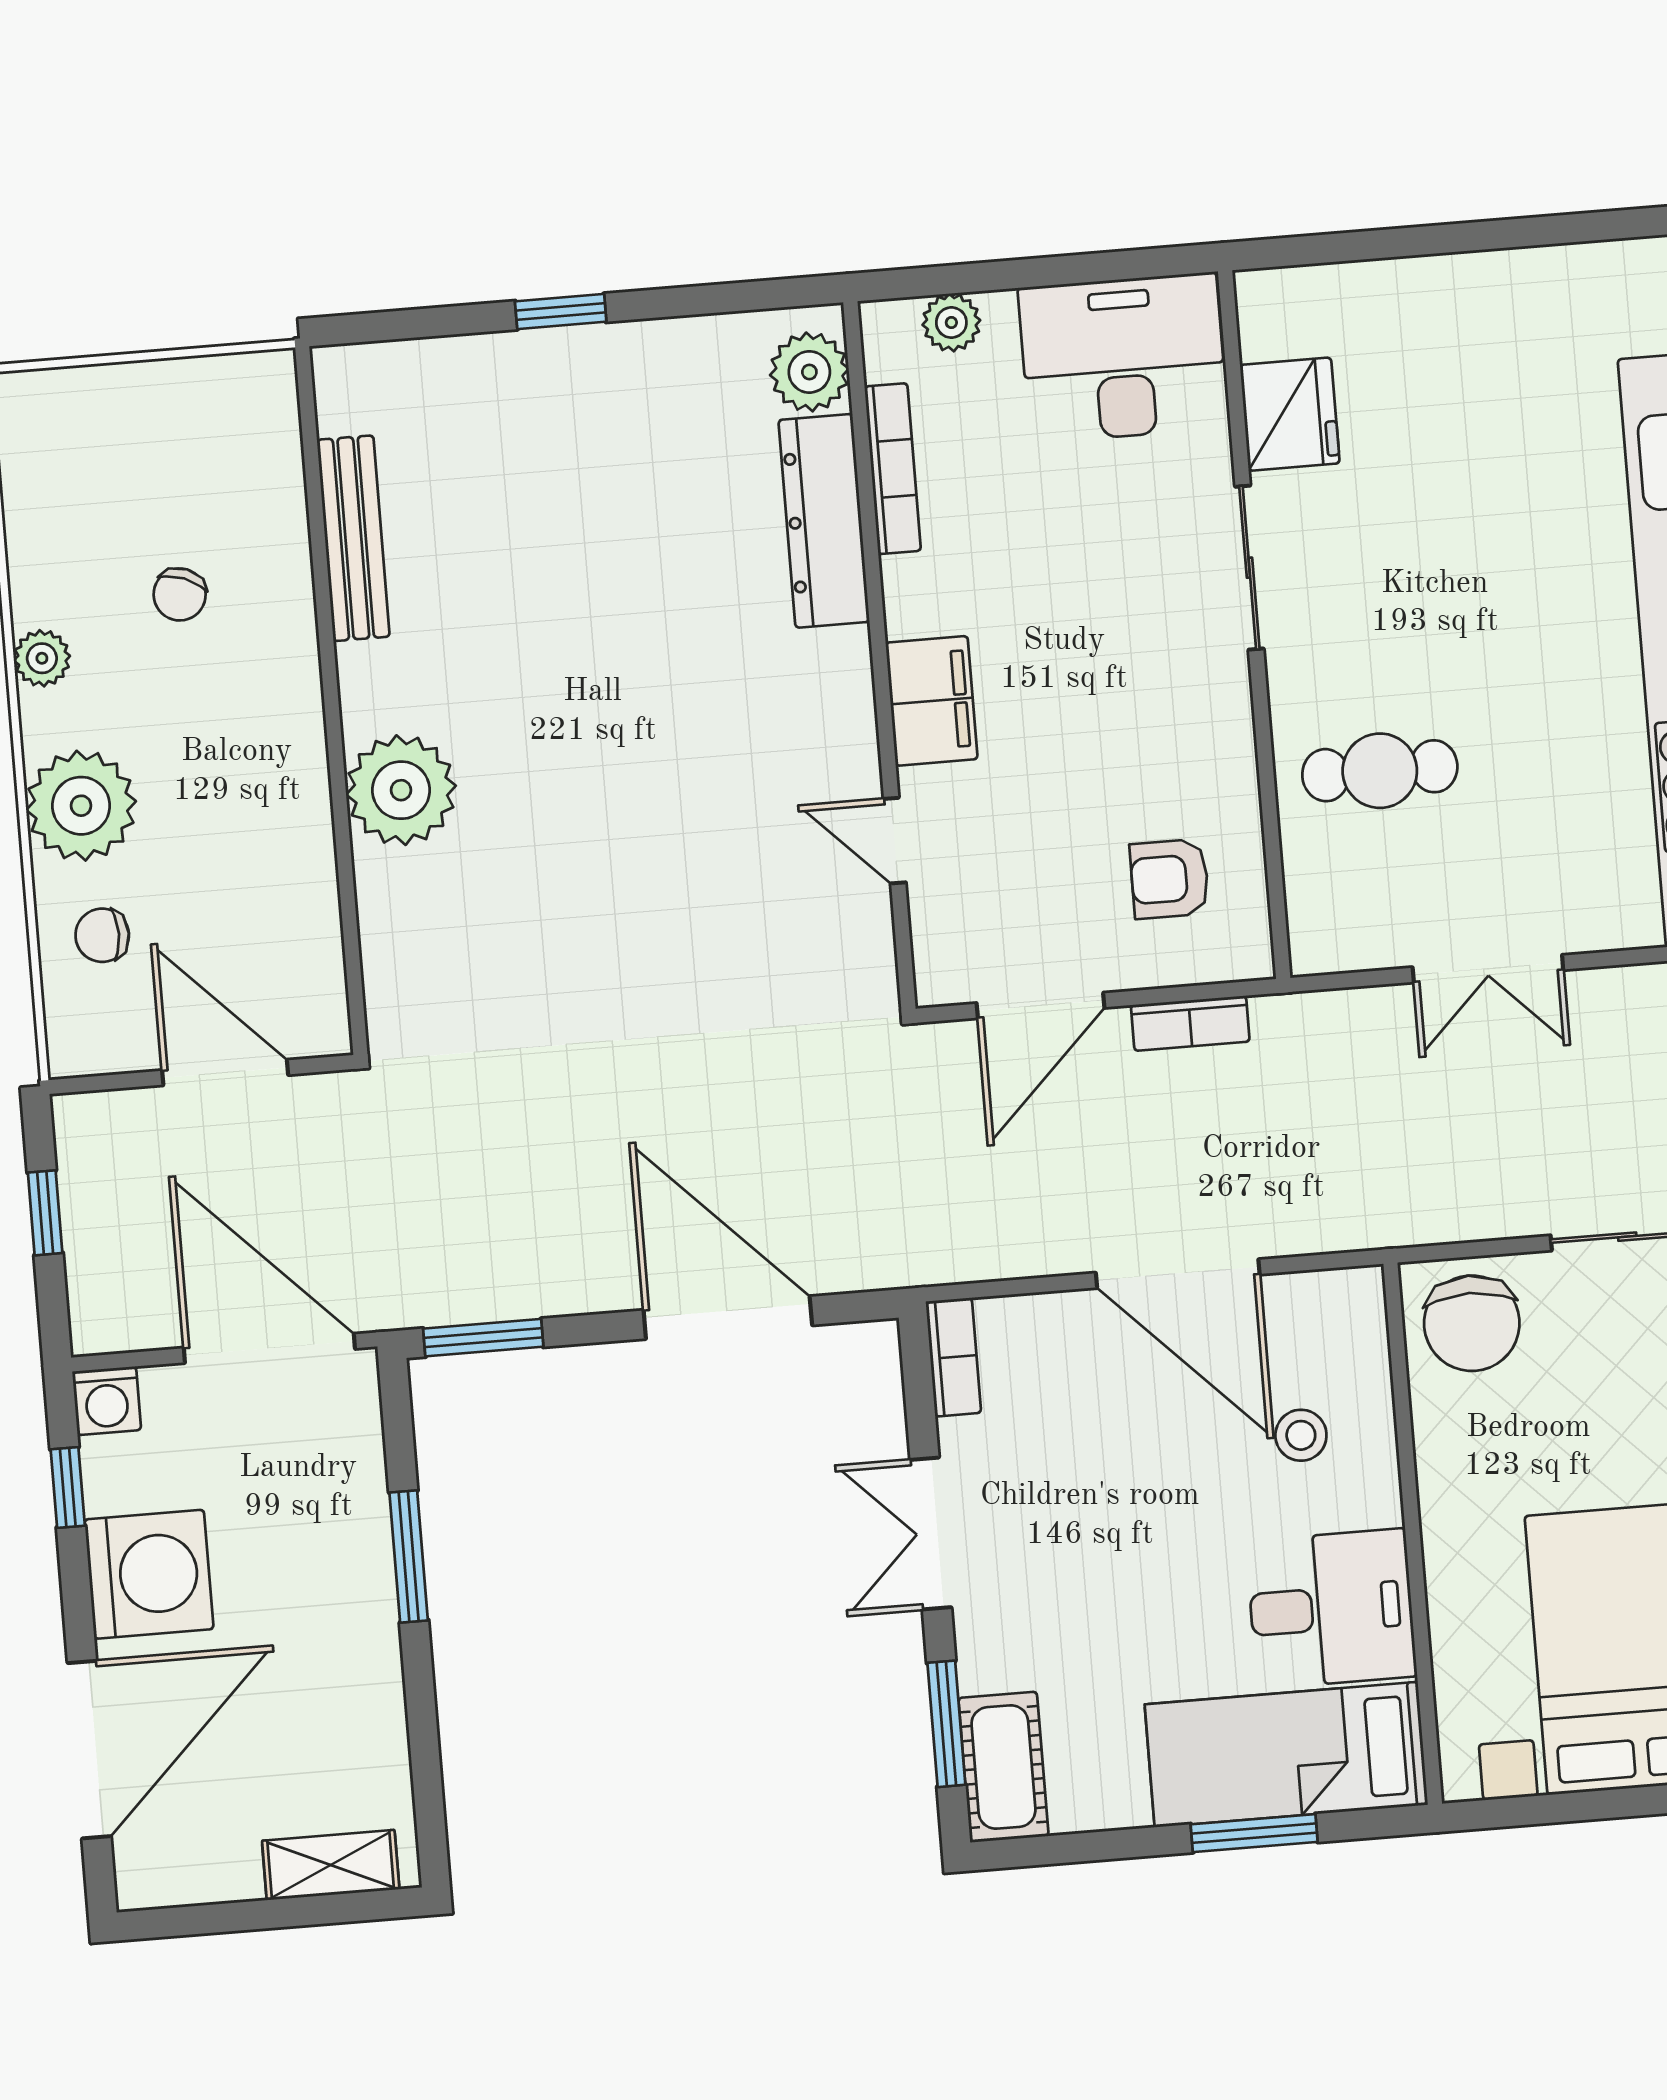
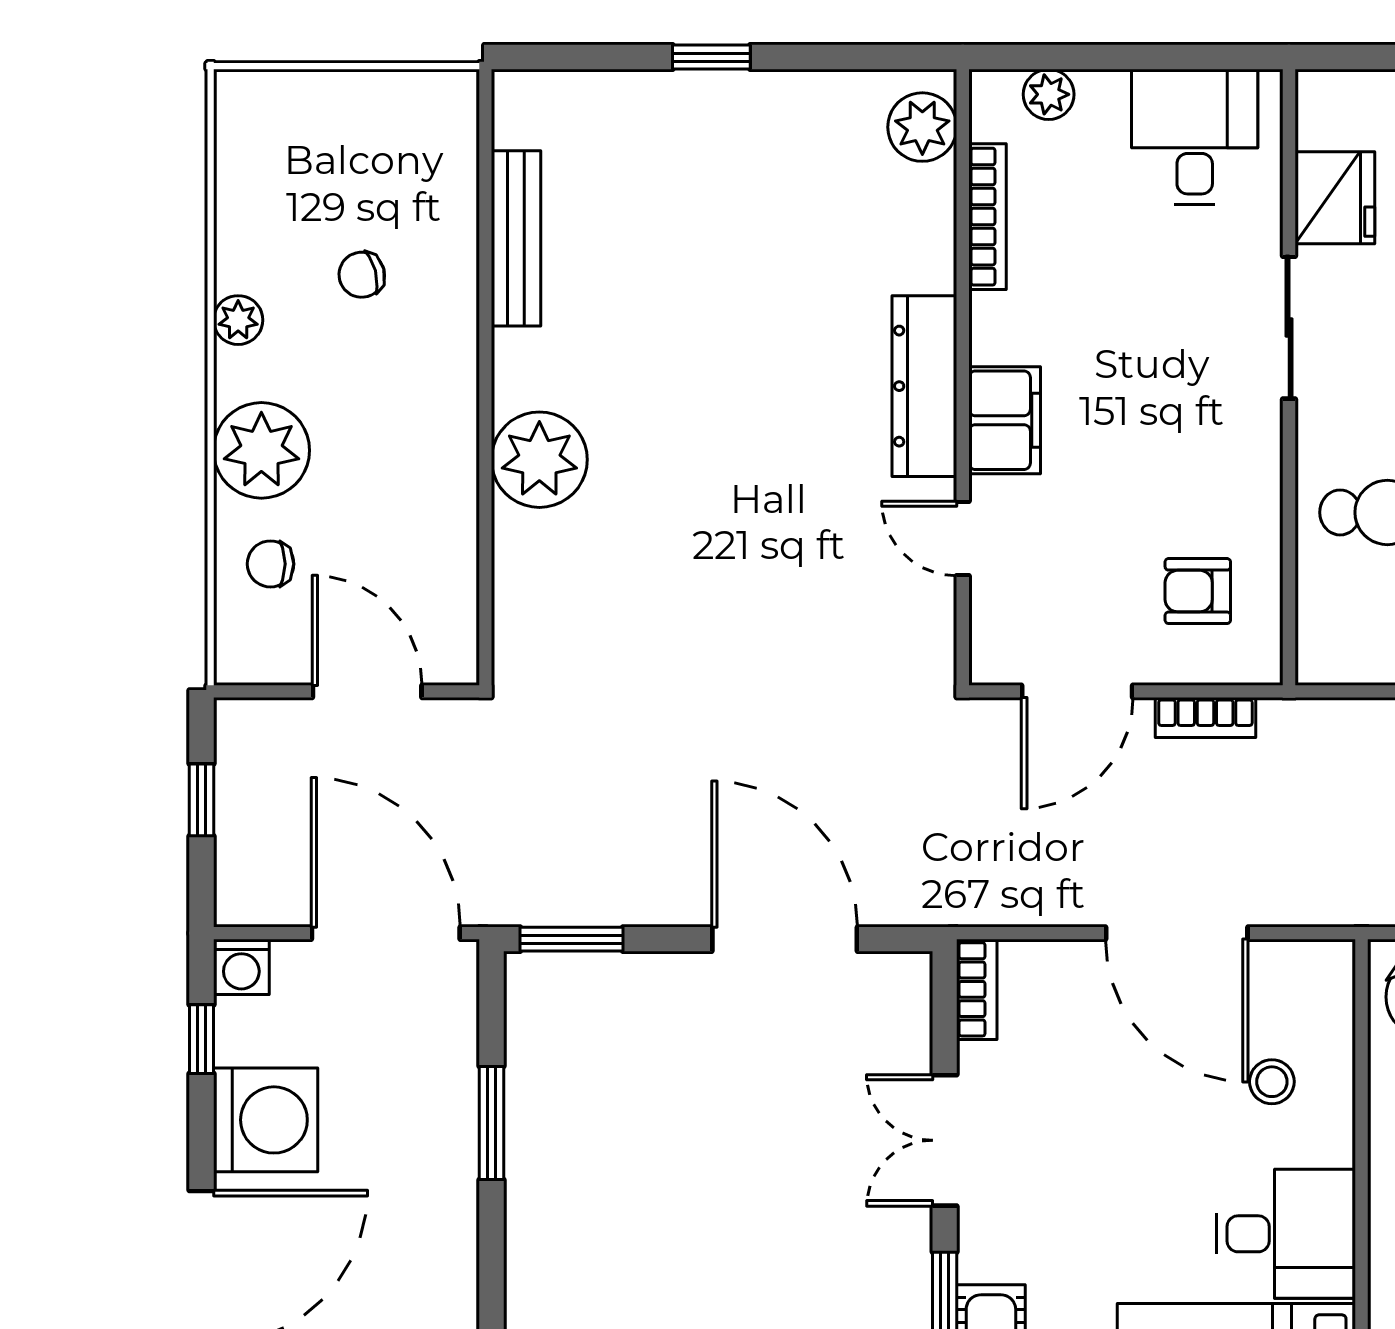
desk: (1123, 358) -> (1195, 137), width x0.73
dresser: (824, 521) -> (924, 386), moved
chair: (180, 594) -> (362, 275), turned 54

